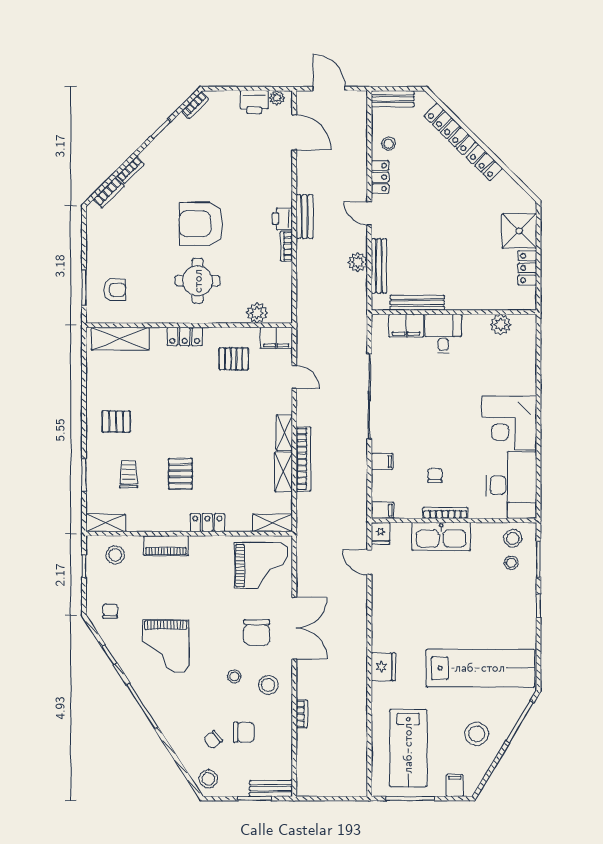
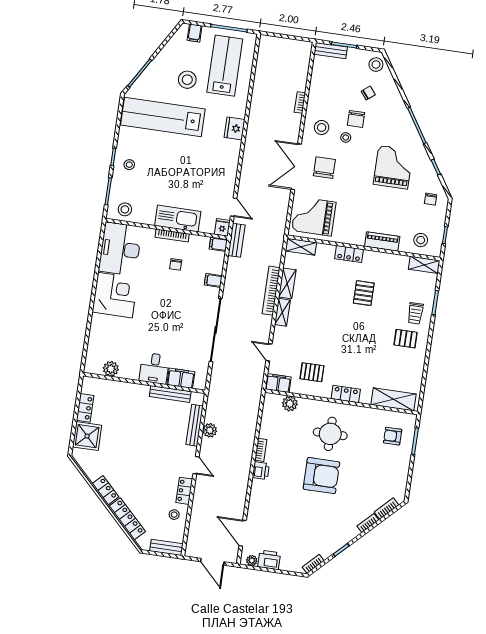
bench: (305, 216) -> (237, 240), moved
trolley: (129, 474) -> (415, 313), moved
stool: (511, 563) -> (129, 165), moved
chair: (244, 732) -> (356, 119), moved, turned -90
stool: (477, 734) -> (187, 80), moved

